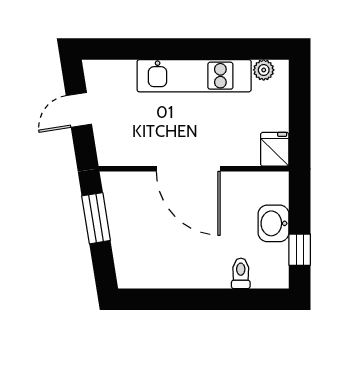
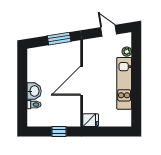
plant: (264, 70) -> (127, 52), moved
washbasin: (273, 223) -> (34, 91), moved, turned 90
window: (300, 250) -> (59, 131), moved

